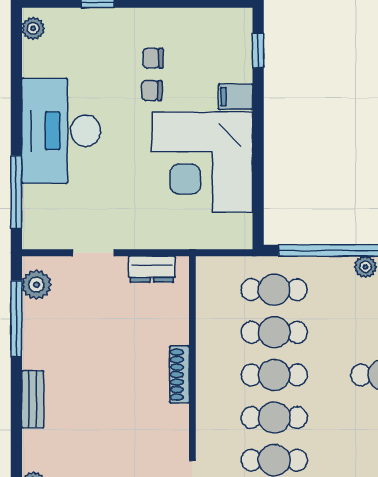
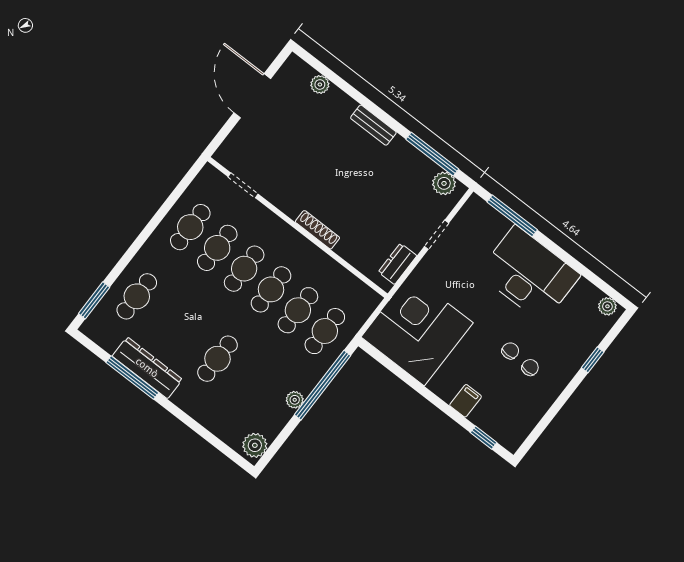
corner desk: (202, 162) -> (417, 330), moved

